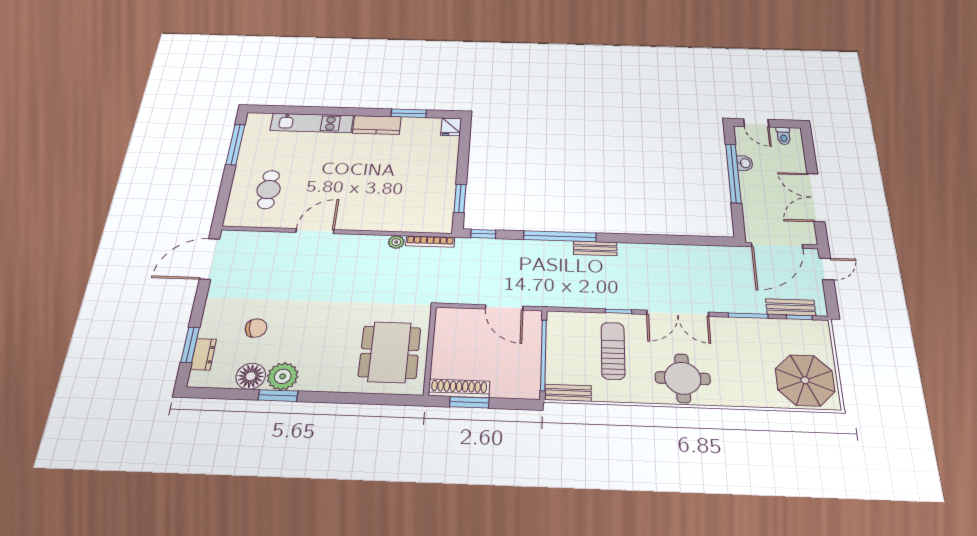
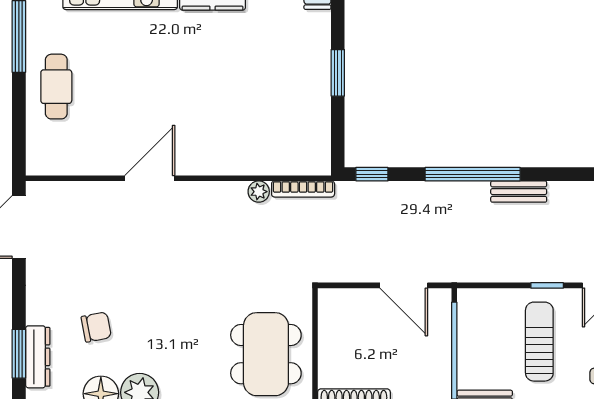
cafe table: (269, 189) -> (56, 87), moved
window: (460, 198) -> (338, 73), moved
dresser: (203, 354) -> (38, 357), width x1.44

